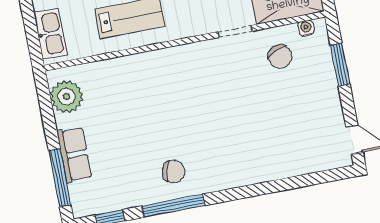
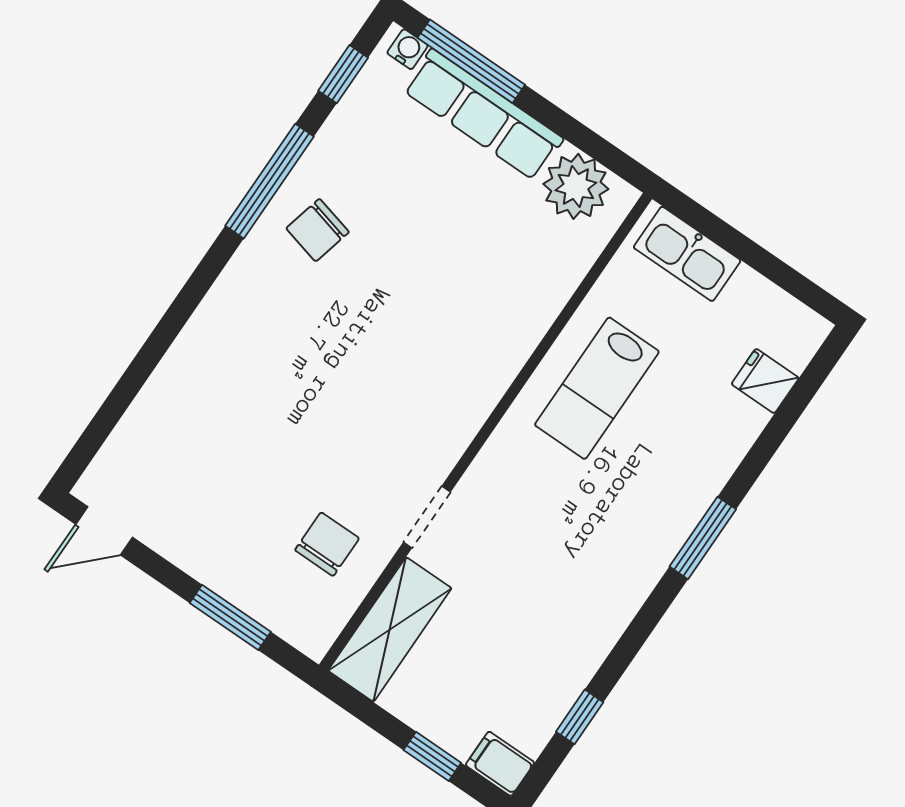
water cooler: (306, 28) -> (408, 49), moved, turned -90
chair: (280, 57) -> (327, 544), turned 113
row of seats: (74, 155) -> (483, 115), width x1.48

